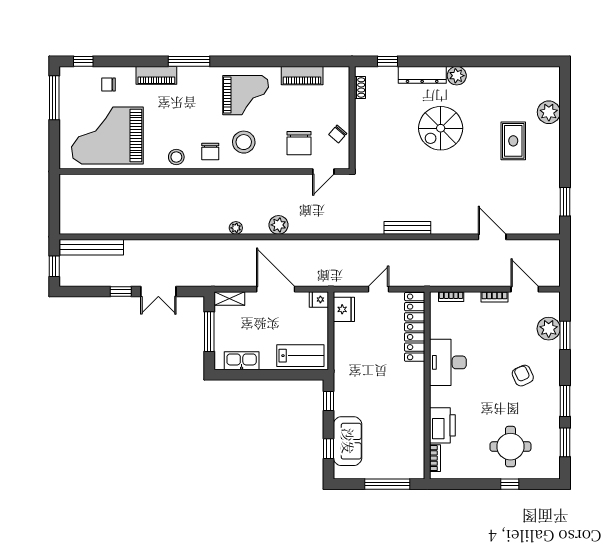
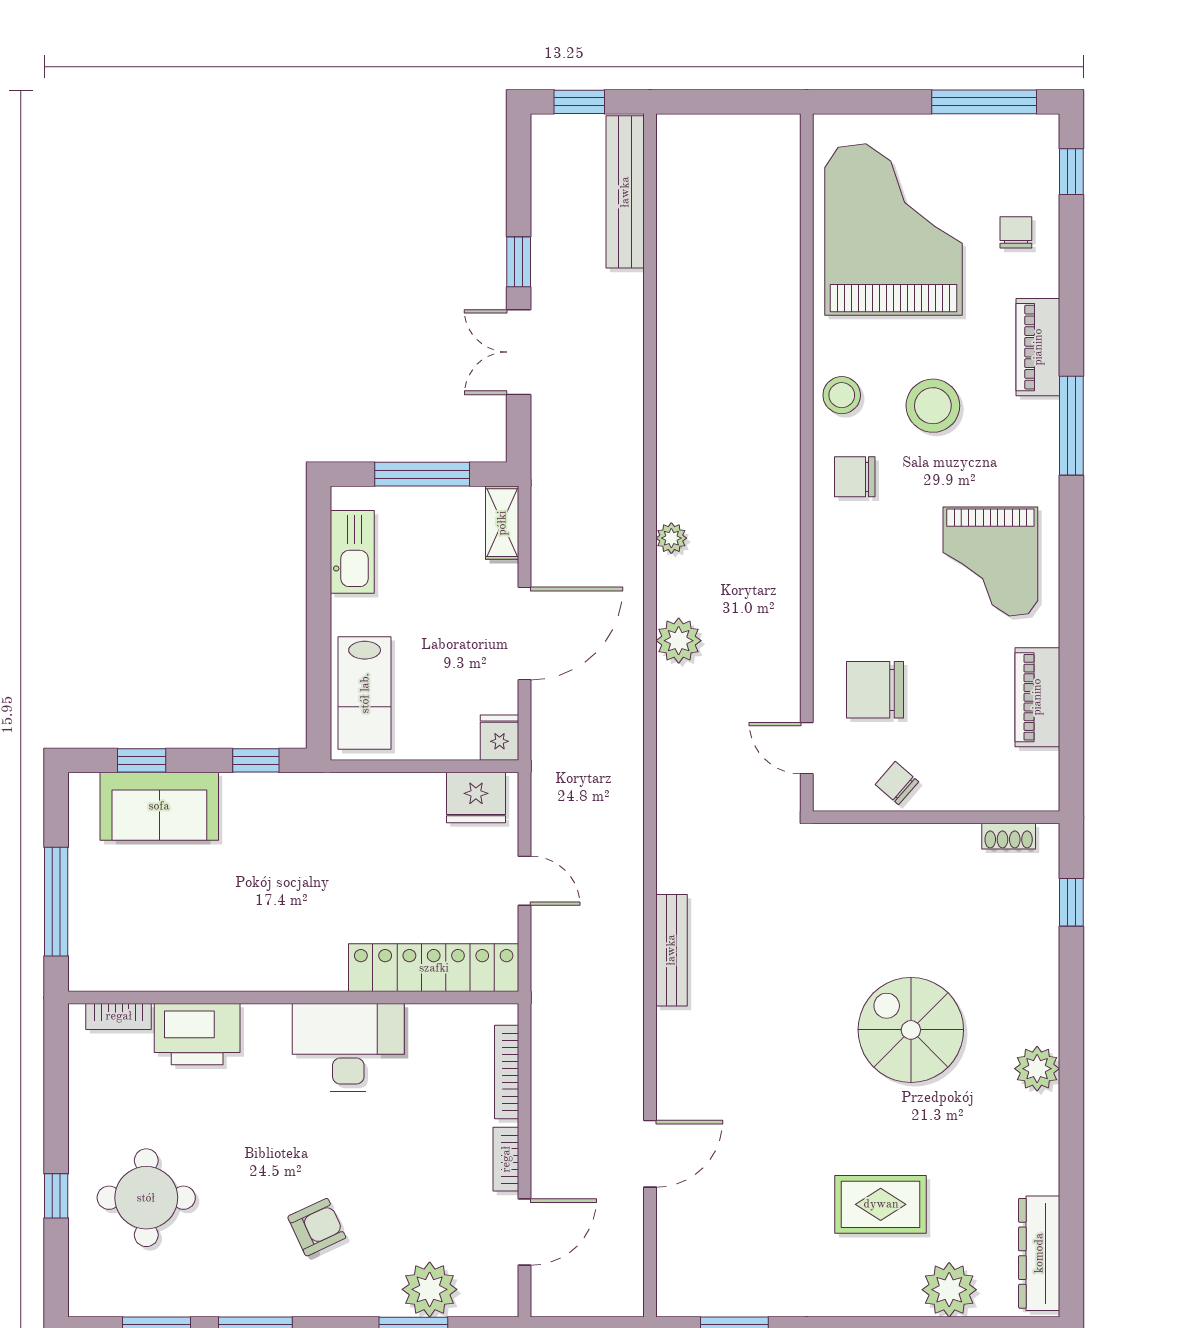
dresser: (422, 75) -> (1039, 1253), moved
stool: (244, 142) -> (933, 406), moved
bookcase: (451, 297) -> (507, 1072), width x1.56

